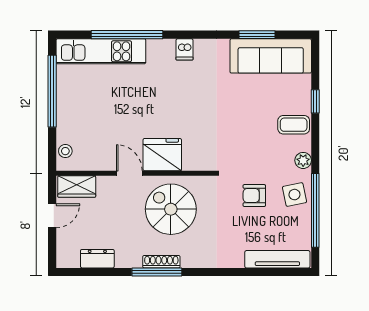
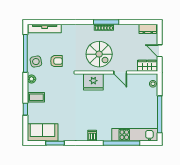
sofa: (271, 56) -> (43, 132), width x0.73
fridge: (162, 155) -> (93, 82), moved
door: (52, 216) -> (160, 51), hinge flipped
dresser: (97, 259) -> (148, 29), moved

